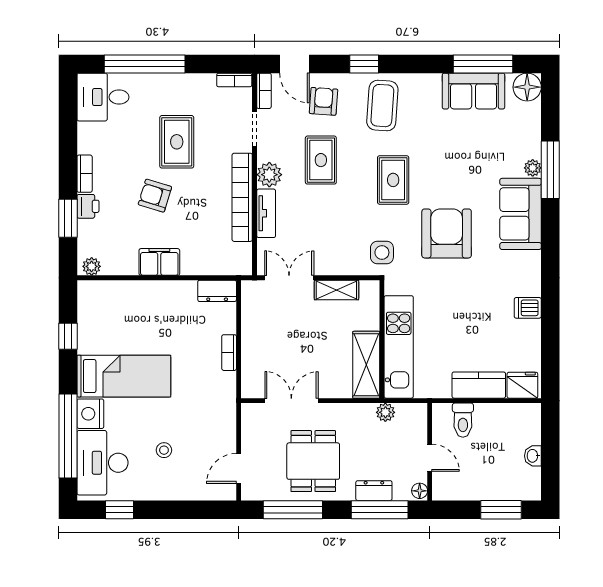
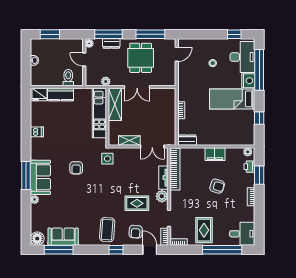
rug: (177, 142) -> (204, 230), moved
rug: (321, 160) -> (137, 203), turned 90
window: (550, 170) -> (26, 176), moved
rug: (393, 180) -> (102, 194), removed
bookcase: (242, 197) -> (175, 169), moved
printer: (88, 206) -> (249, 167), moved
armchair: (447, 233) -> (76, 168), width x0.53, depth x0.53
double door: (291, 401) -> (137, 87), moved

